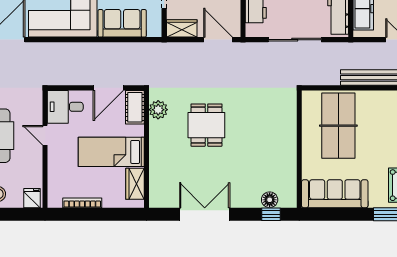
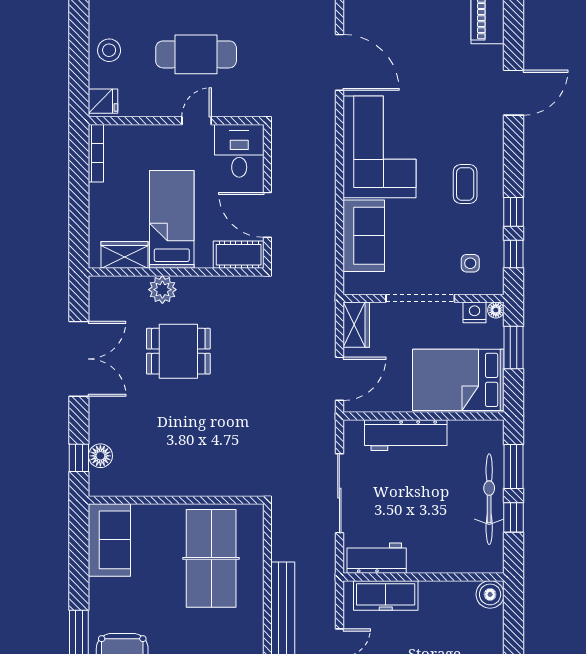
plant: (158, 110) -> (162, 290), moved
dining table: (206, 125) -> (178, 351), moved
table tennis table: (338, 126) -> (211, 558), turned 90
sofa: (335, 194) -> (109, 540), width x0.73
bookcase: (82, 203) -> (96, 153), moved

